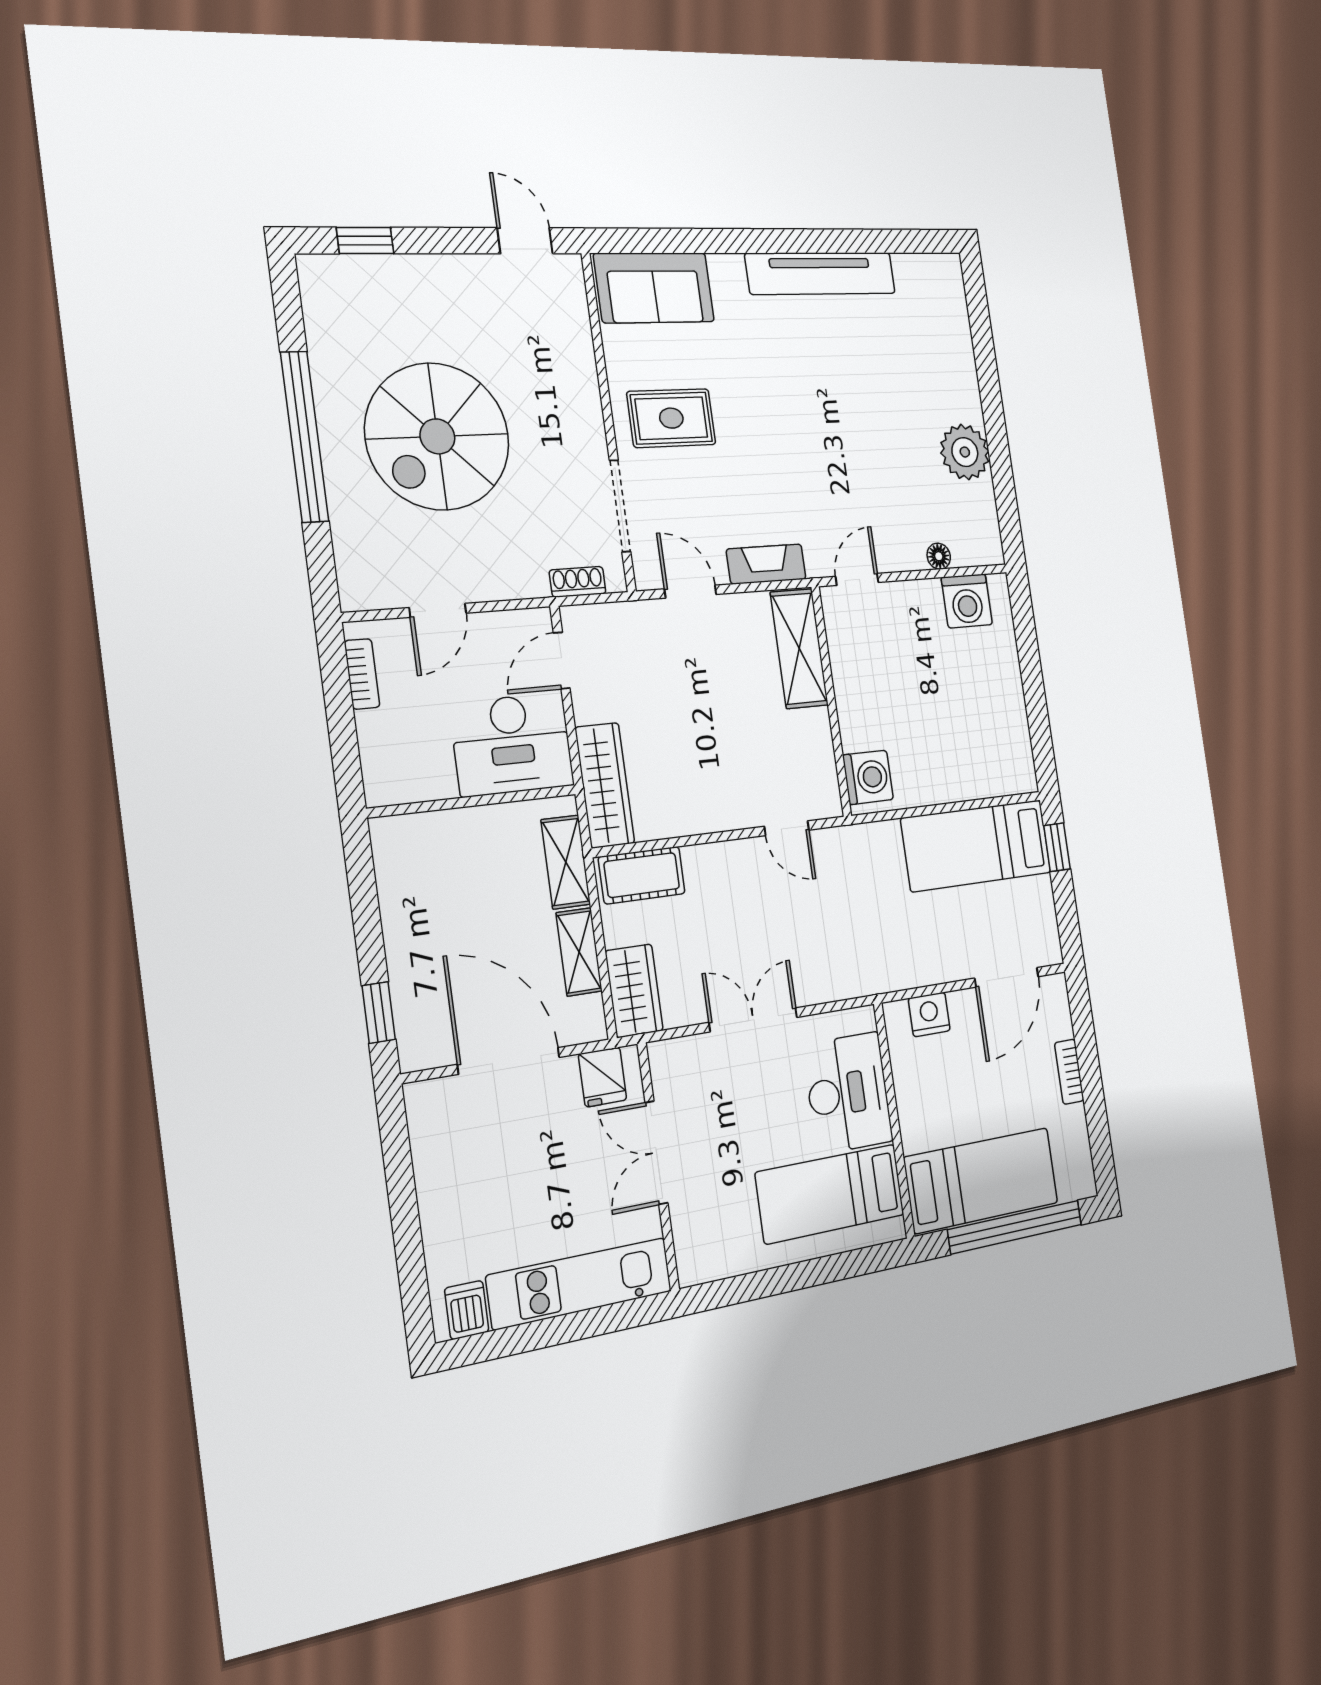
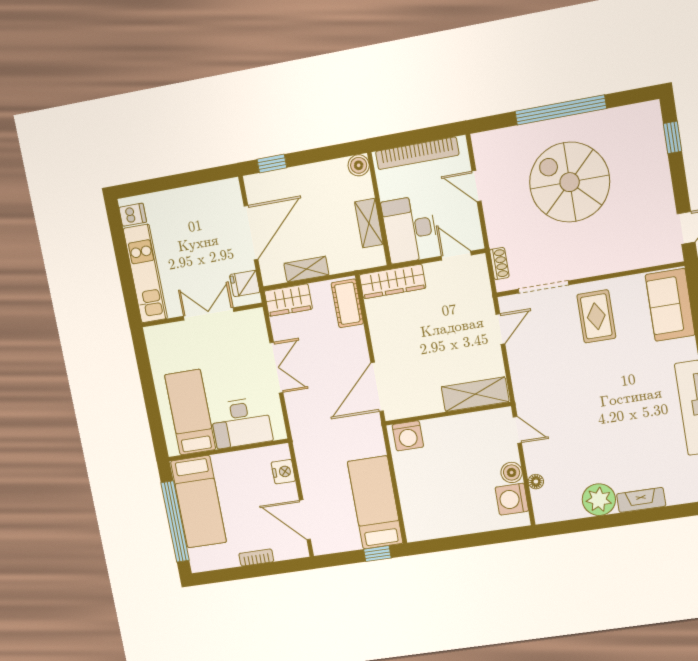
fireplace: (766, 564) -> (641, 500), moved, turned -90
boiler: (925, 597) -> (512, 472), added
bookcase: (362, 674) -> (417, 153), width x2.31, depth x1.31
door: (787, 828) -> (377, 387), width x1.88
boiler: (390, 836) -> (359, 165), added
shelving: (566, 862) -> (369, 223), moved, turned 90

